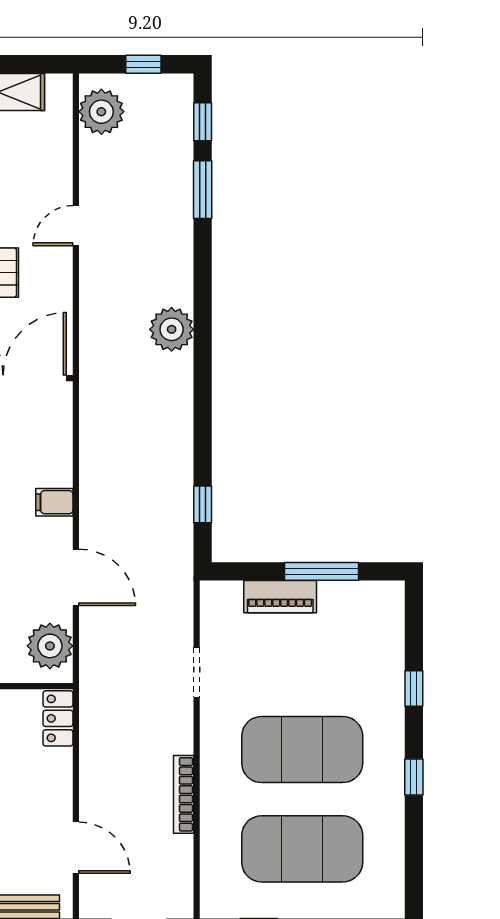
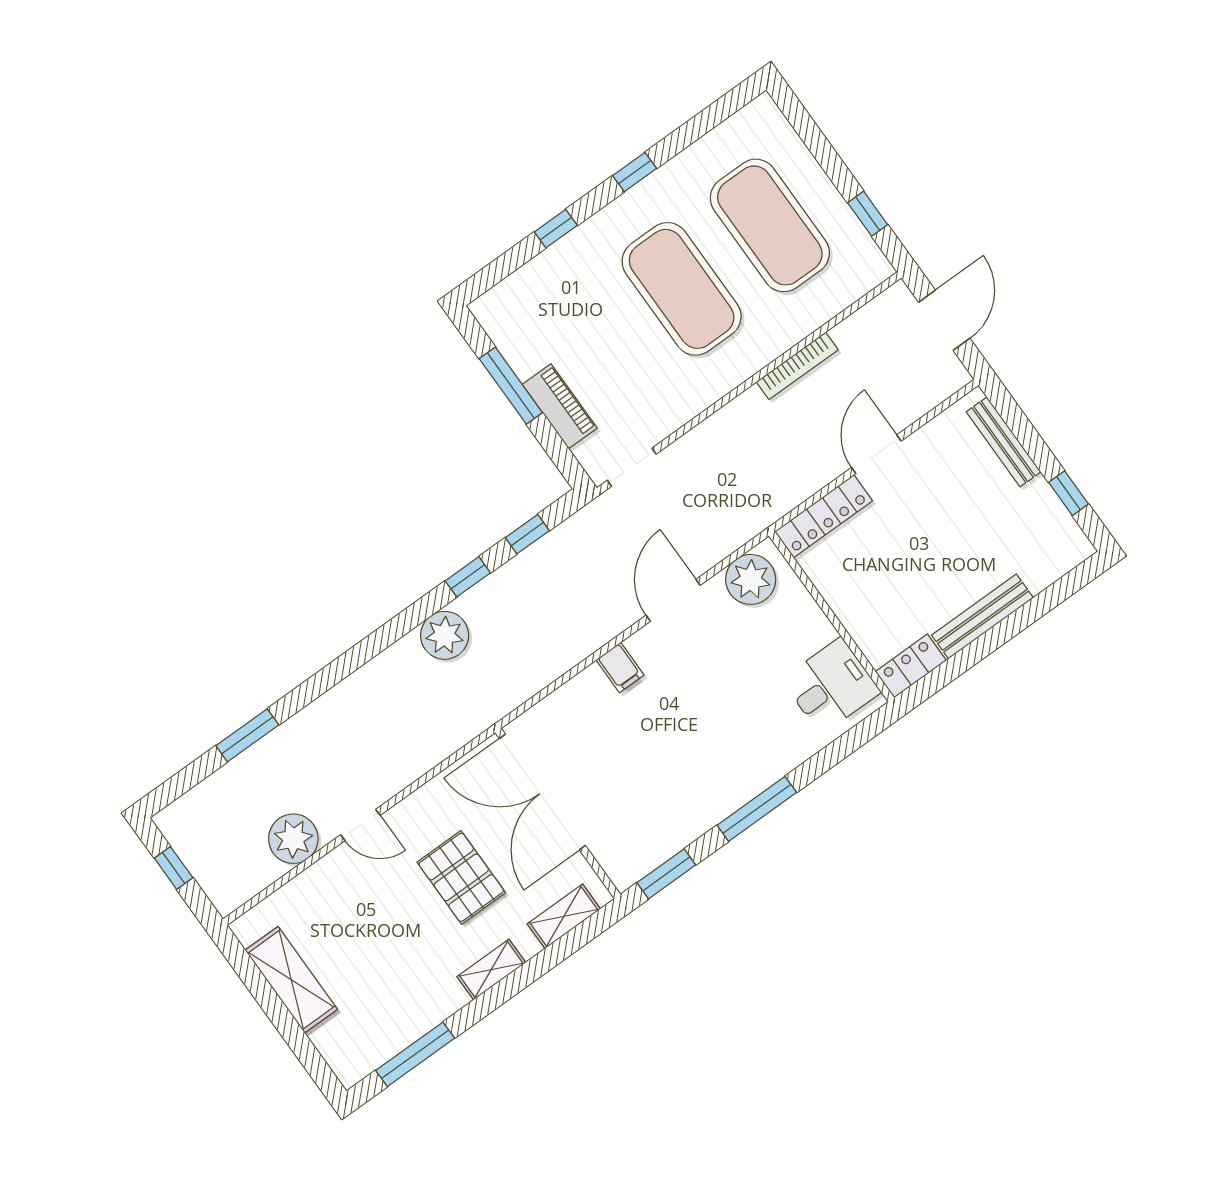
plant: (101, 112) -> (293, 839), moved
window: (203, 122) -> (468, 577), moved
plant: (172, 329) -> (445, 635), moved
doorway: (197, 672) -> (632, 467), moved
locker: (58, 718) -> (824, 516), width x1.53
door: (76, 848) -> (876, 454), moved

